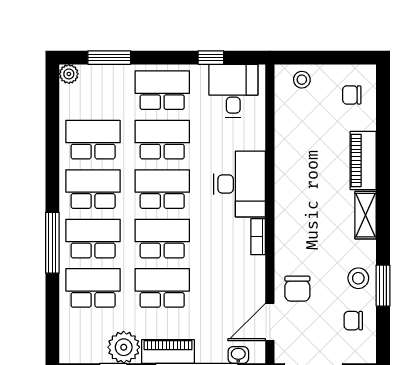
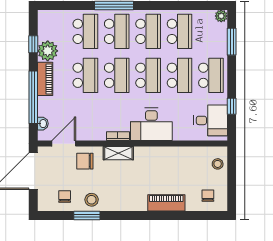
shelving: (366, 215) -> (118, 153), moved
door: (270, 322) -> (64, 144), hinge flipped

